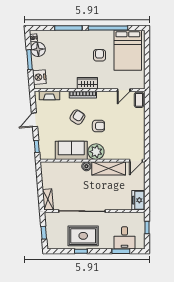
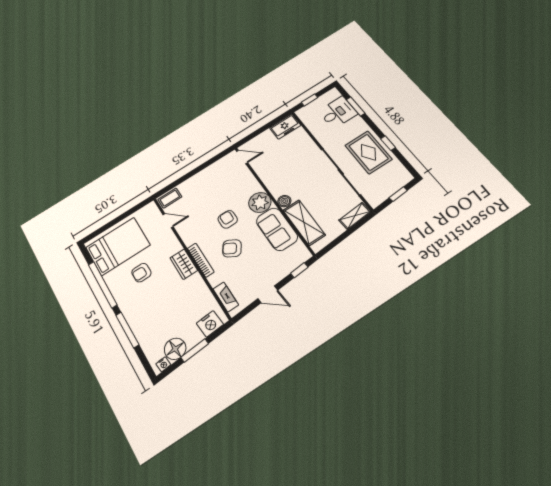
shelving: (109, 168) -> (304, 222), moved

